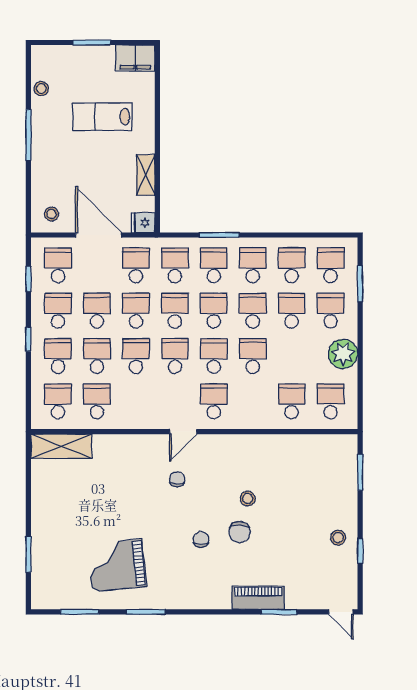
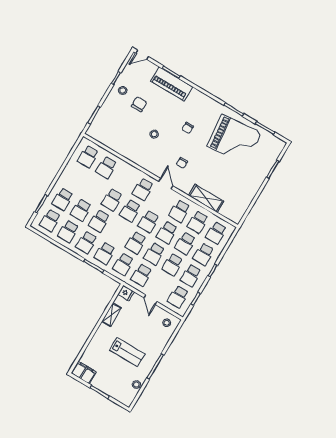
lab bench: (102, 117) -> (127, 352), moved
door: (99, 235) -> (150, 300), width x0.53
school desk: (214, 311) -> (180, 211), moved
plant: (343, 354) -> (69, 175), removed
door: (183, 432) -> (166, 184), hinge flipped
shelving: (61, 446) -> (206, 198), moved
chair: (240, 532) -> (139, 104), moved
grand piano: (117, 565) -> (234, 139), width x1.37, depth x1.48
piano: (258, 598) -> (172, 84), width x1.37, depth x1.33
door: (341, 612) -> (142, 55), swing flipped

